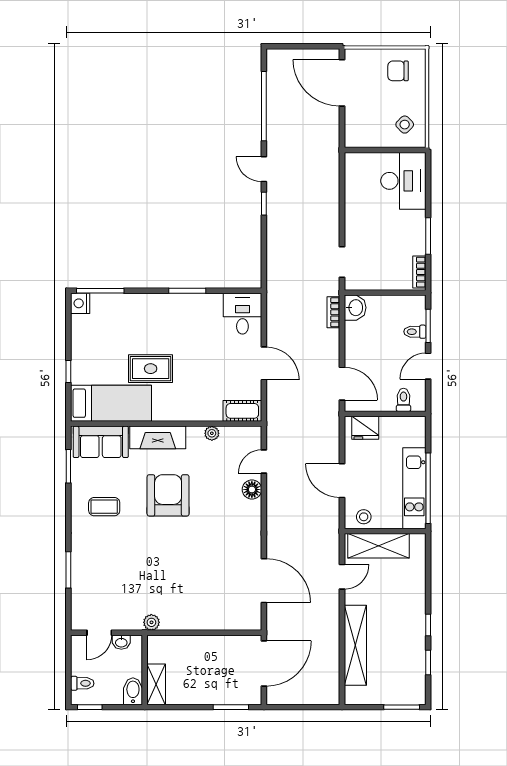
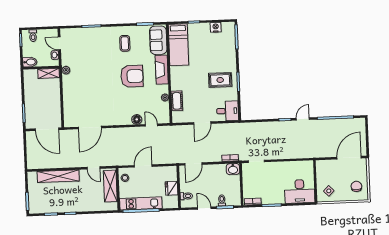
nightstand: (80, 303) -> (216, 27), moved
rug: (151, 369) -> (220, 80), moved, turned 90
cot: (242, 411) -> (177, 101), moved
fridge: (365, 428) -> (172, 188), moved
shelving: (156, 684) -> (49, 73), moved

